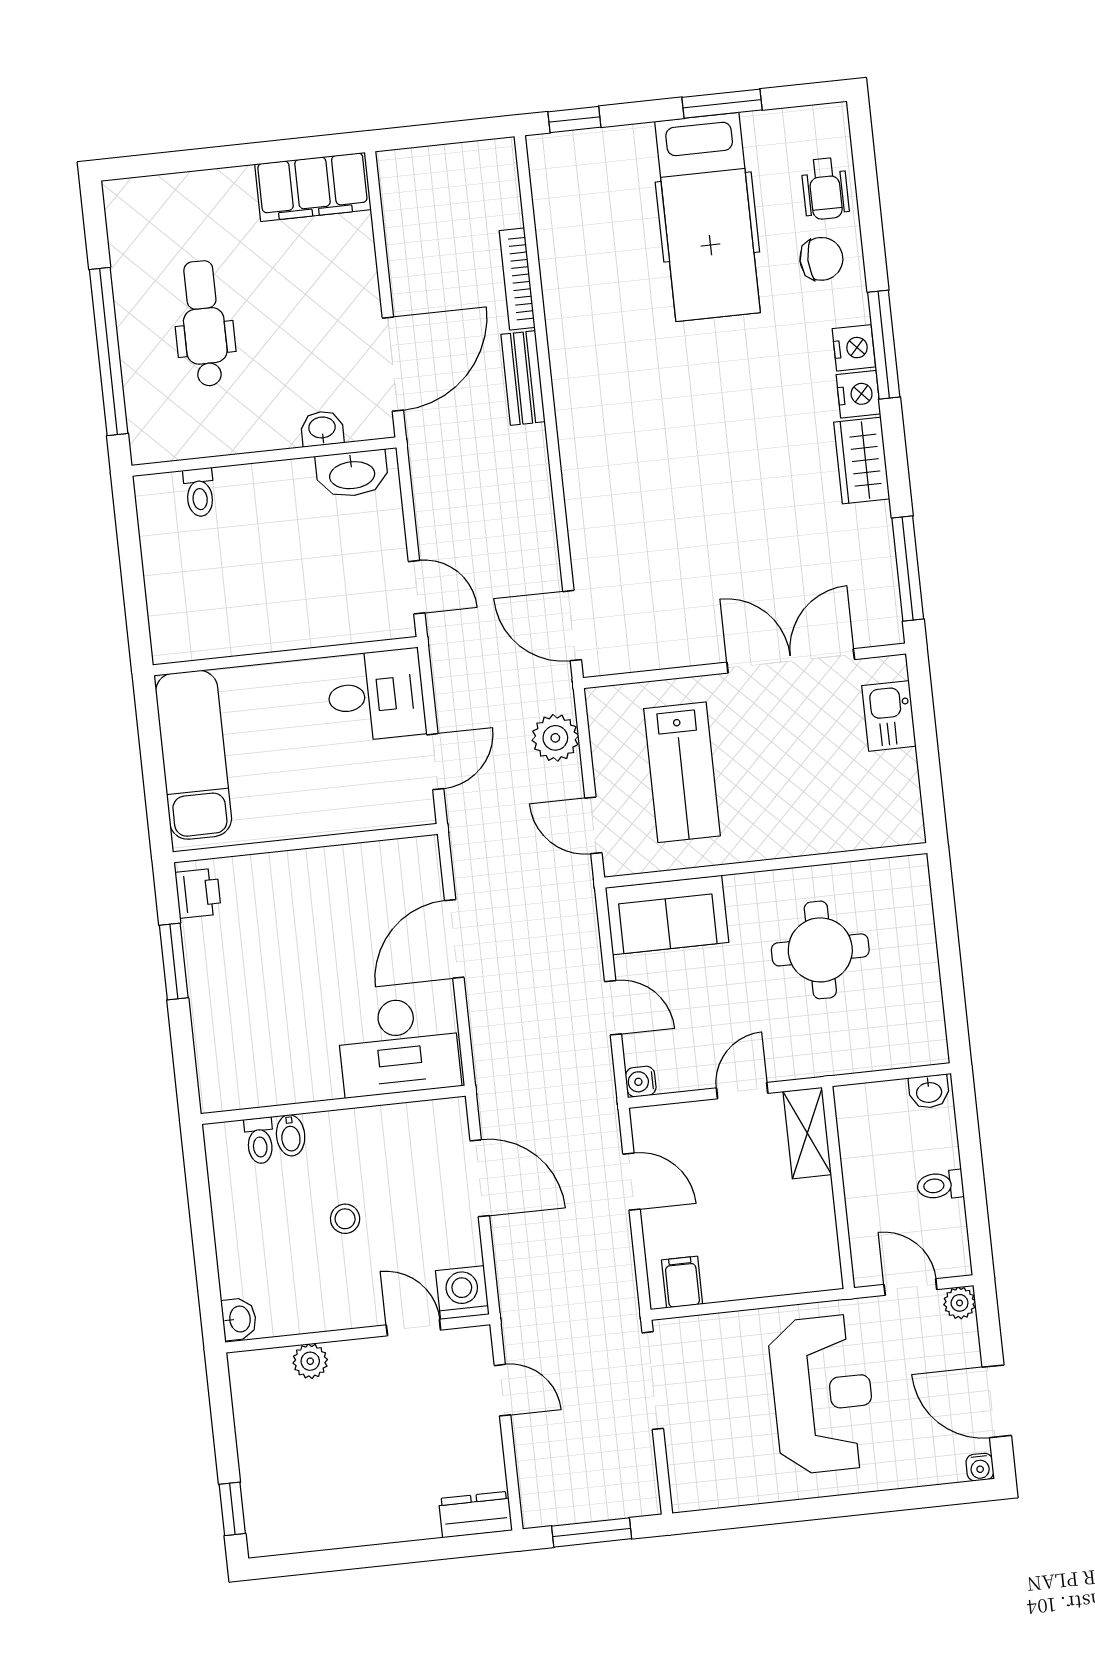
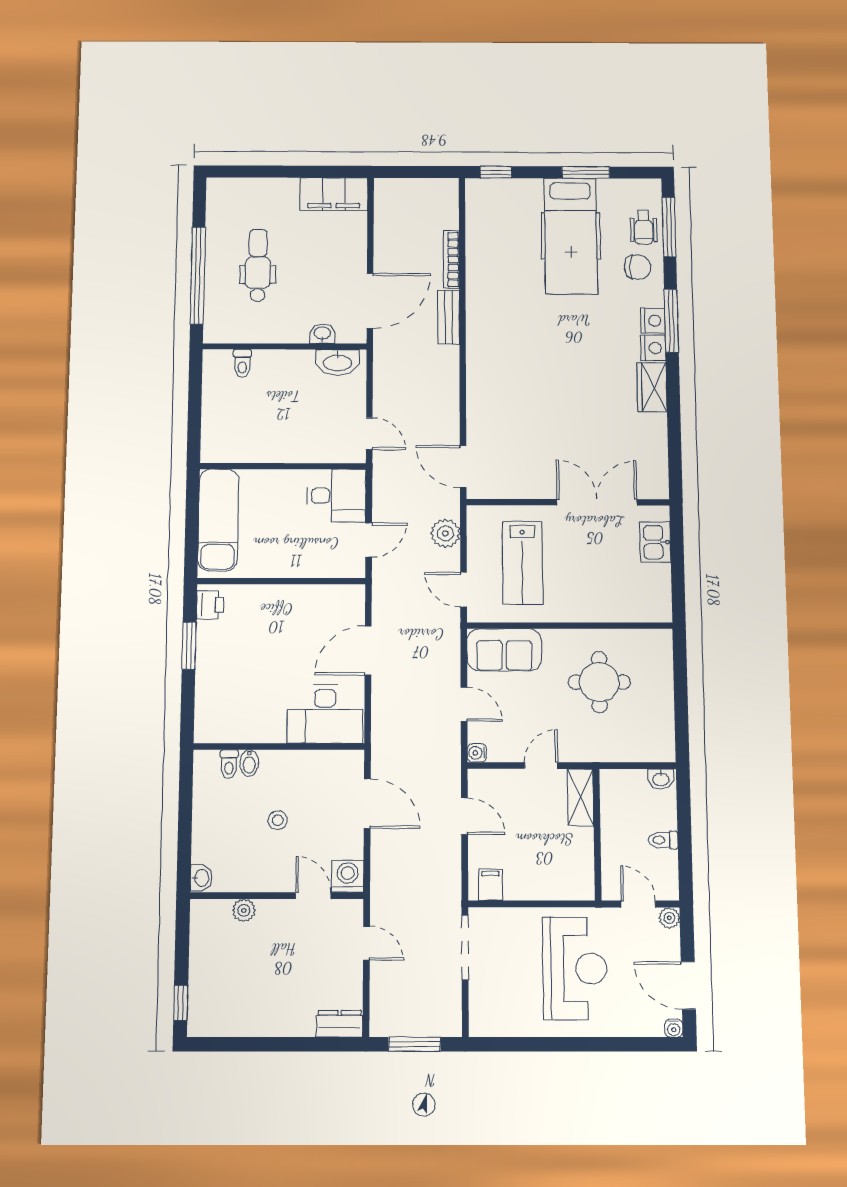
window: (908, 569) -> (669, 227), moved

